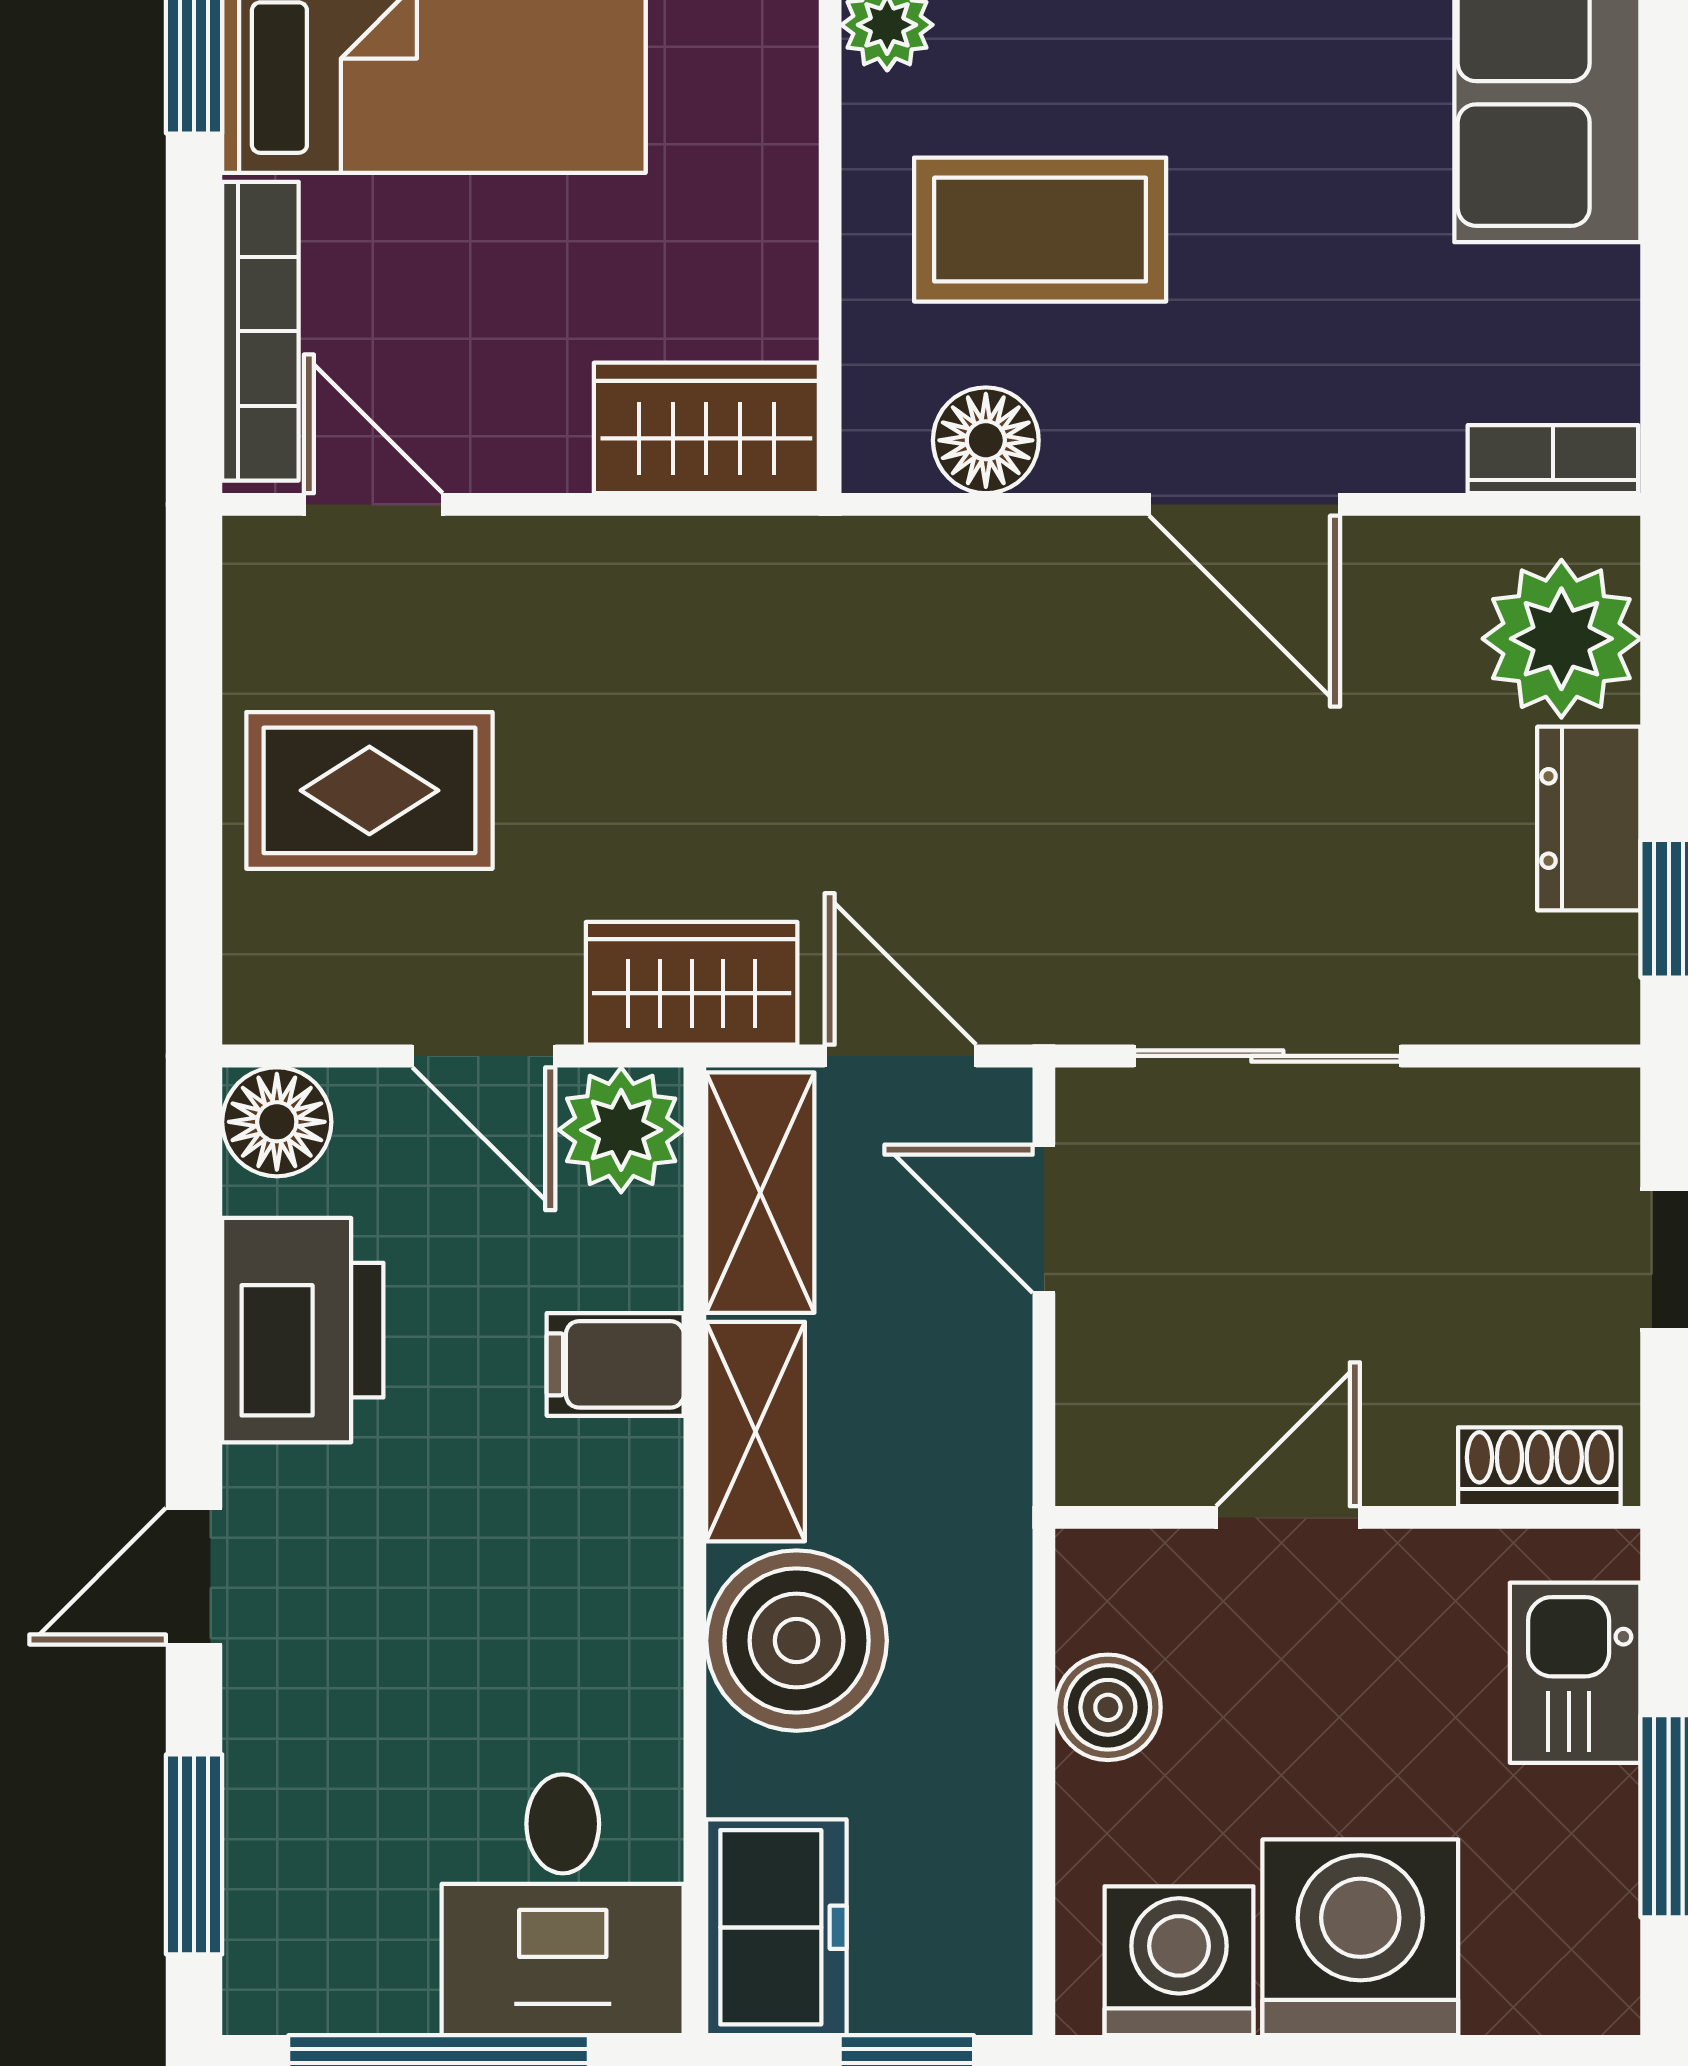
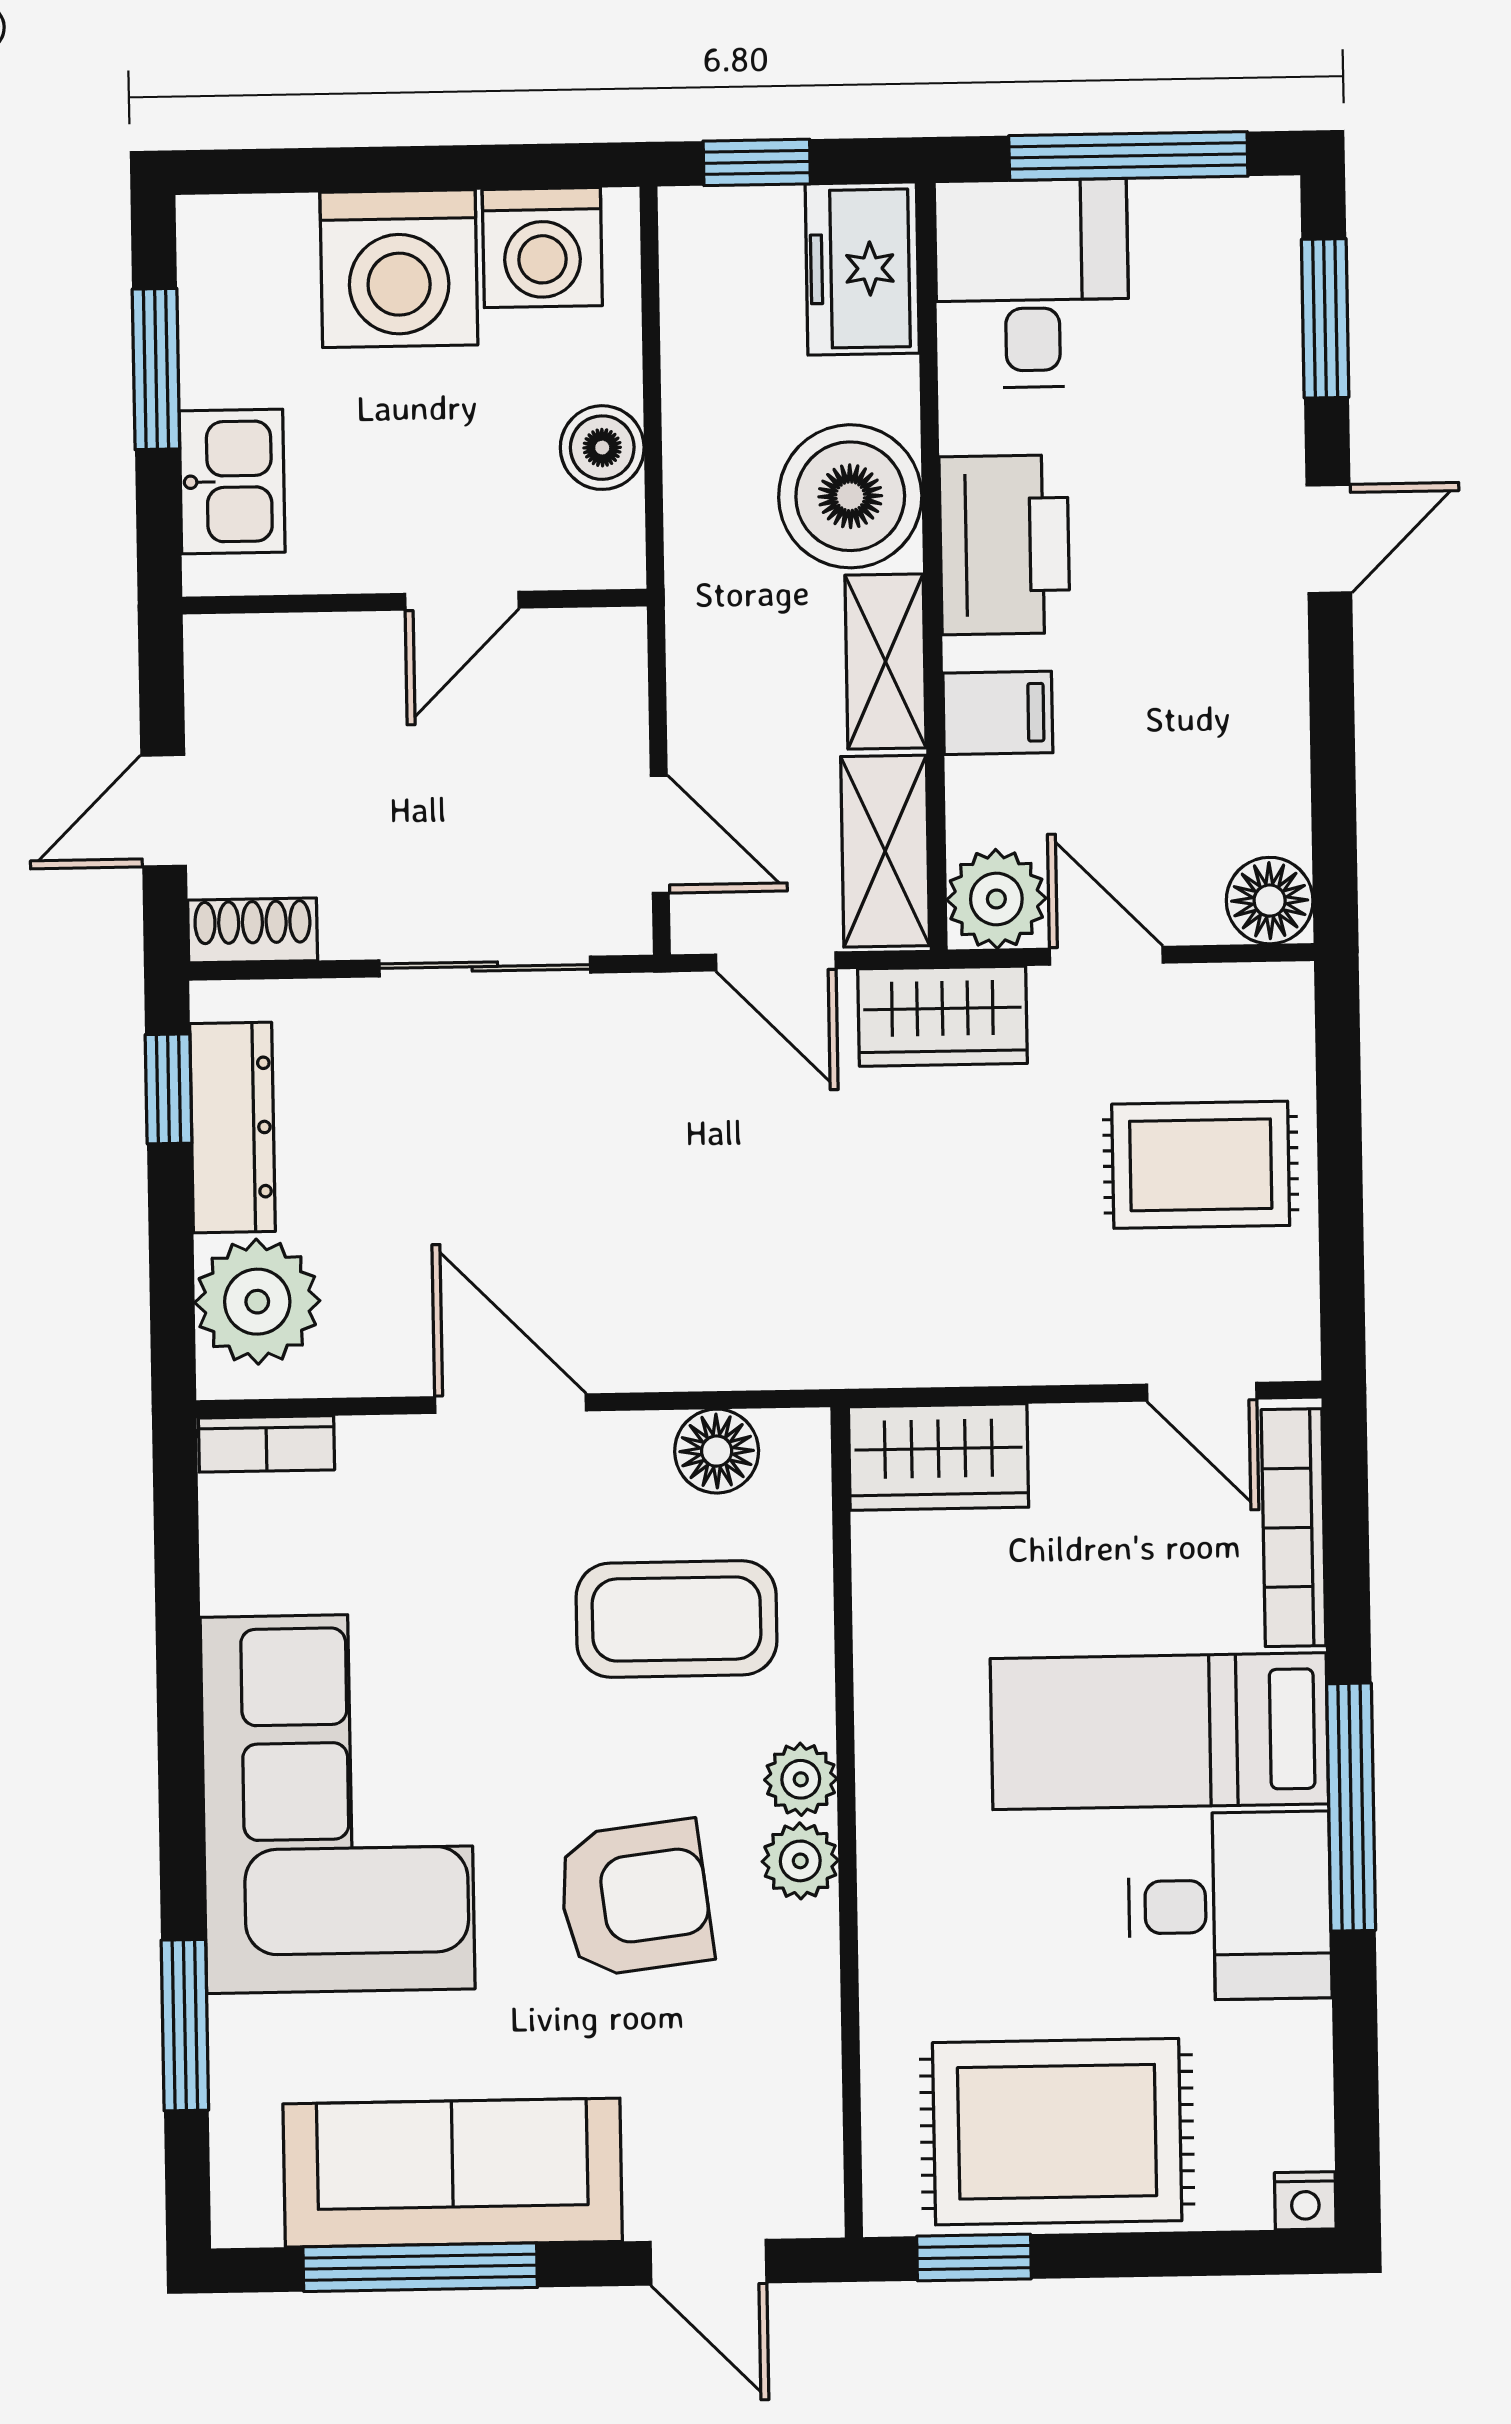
dresser: (1589, 818) -> (232, 1128), width x1.44
printer: (303, 1330) -> (1005, 545), moved, turned 180
shoe rack: (1539, 1467) -> (253, 930), moved, turned 180

